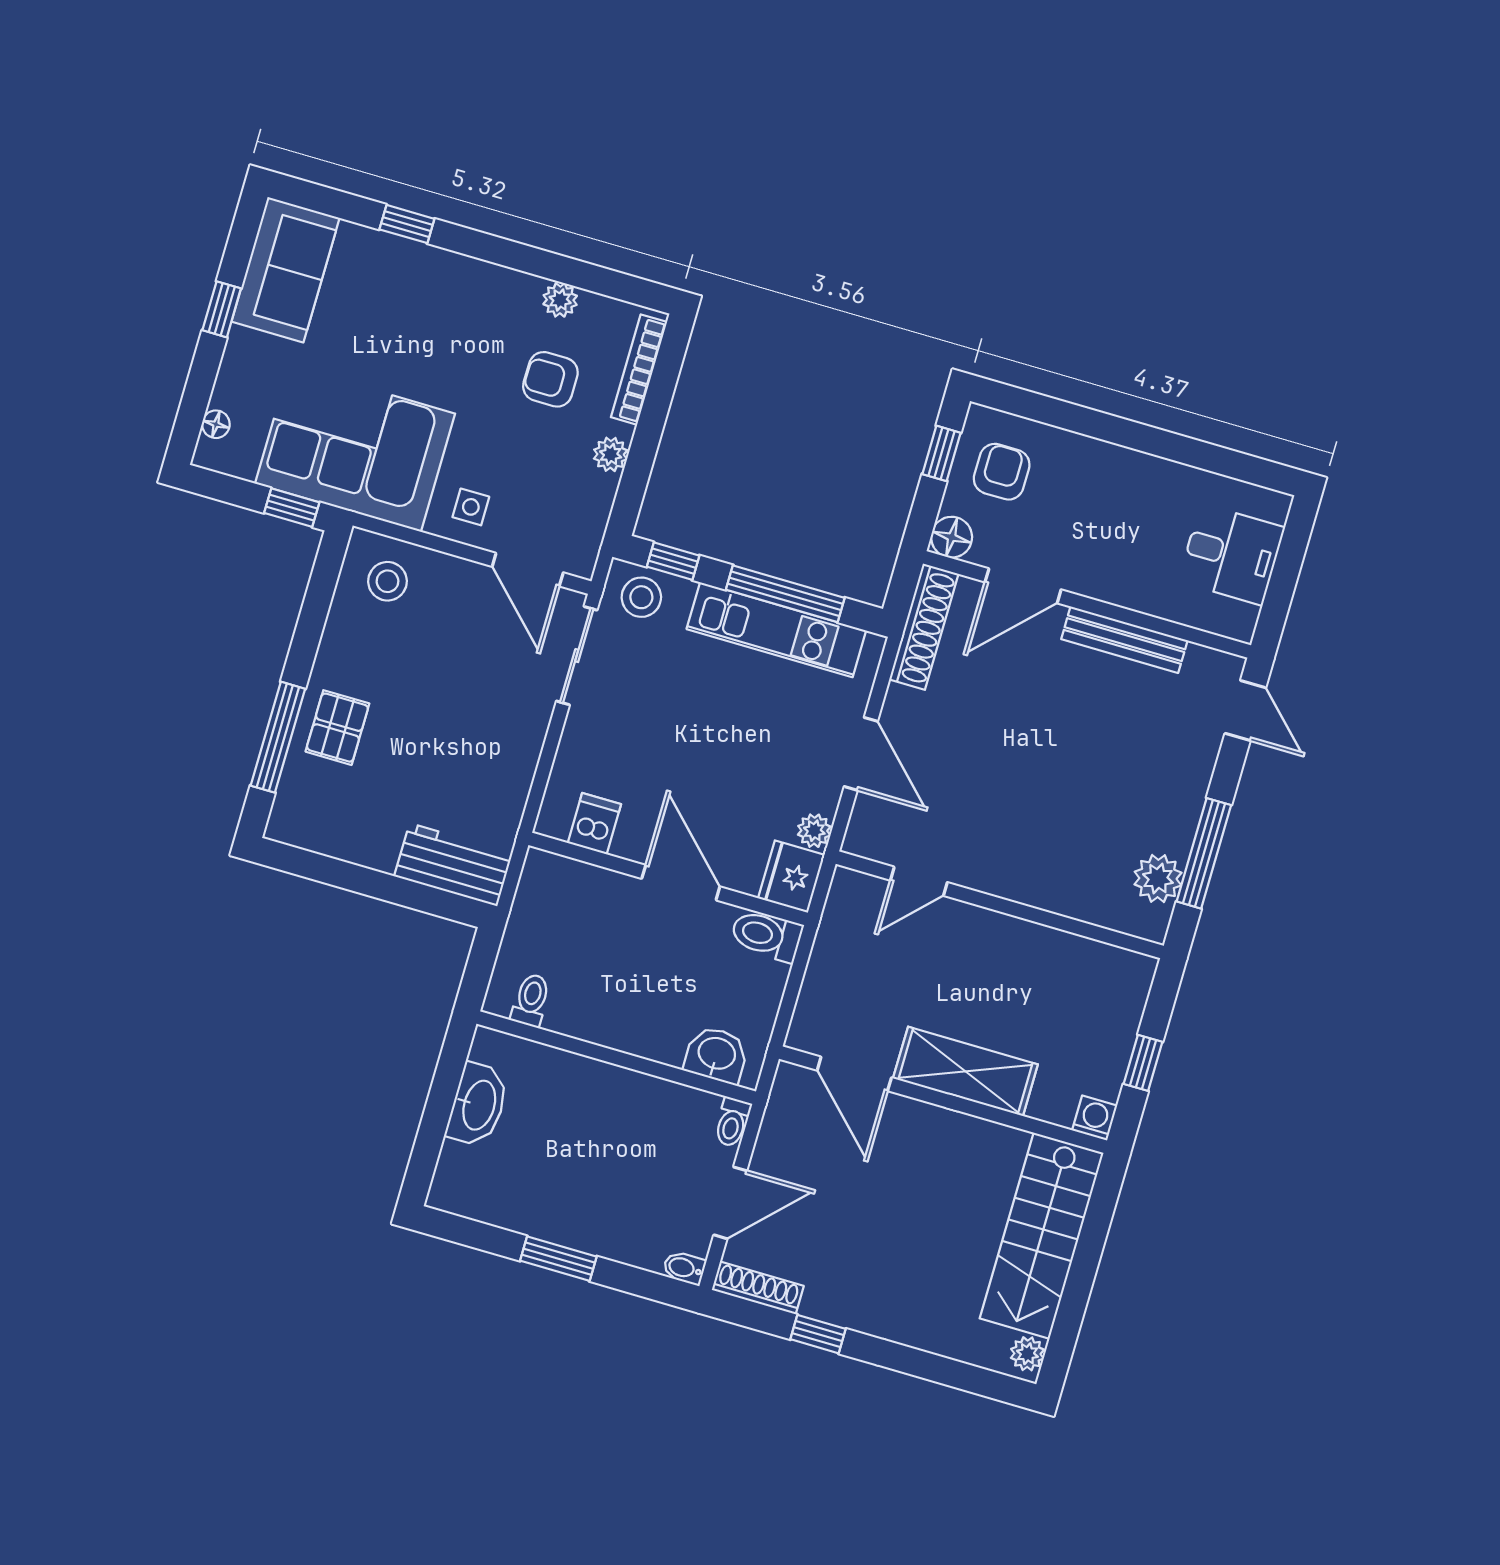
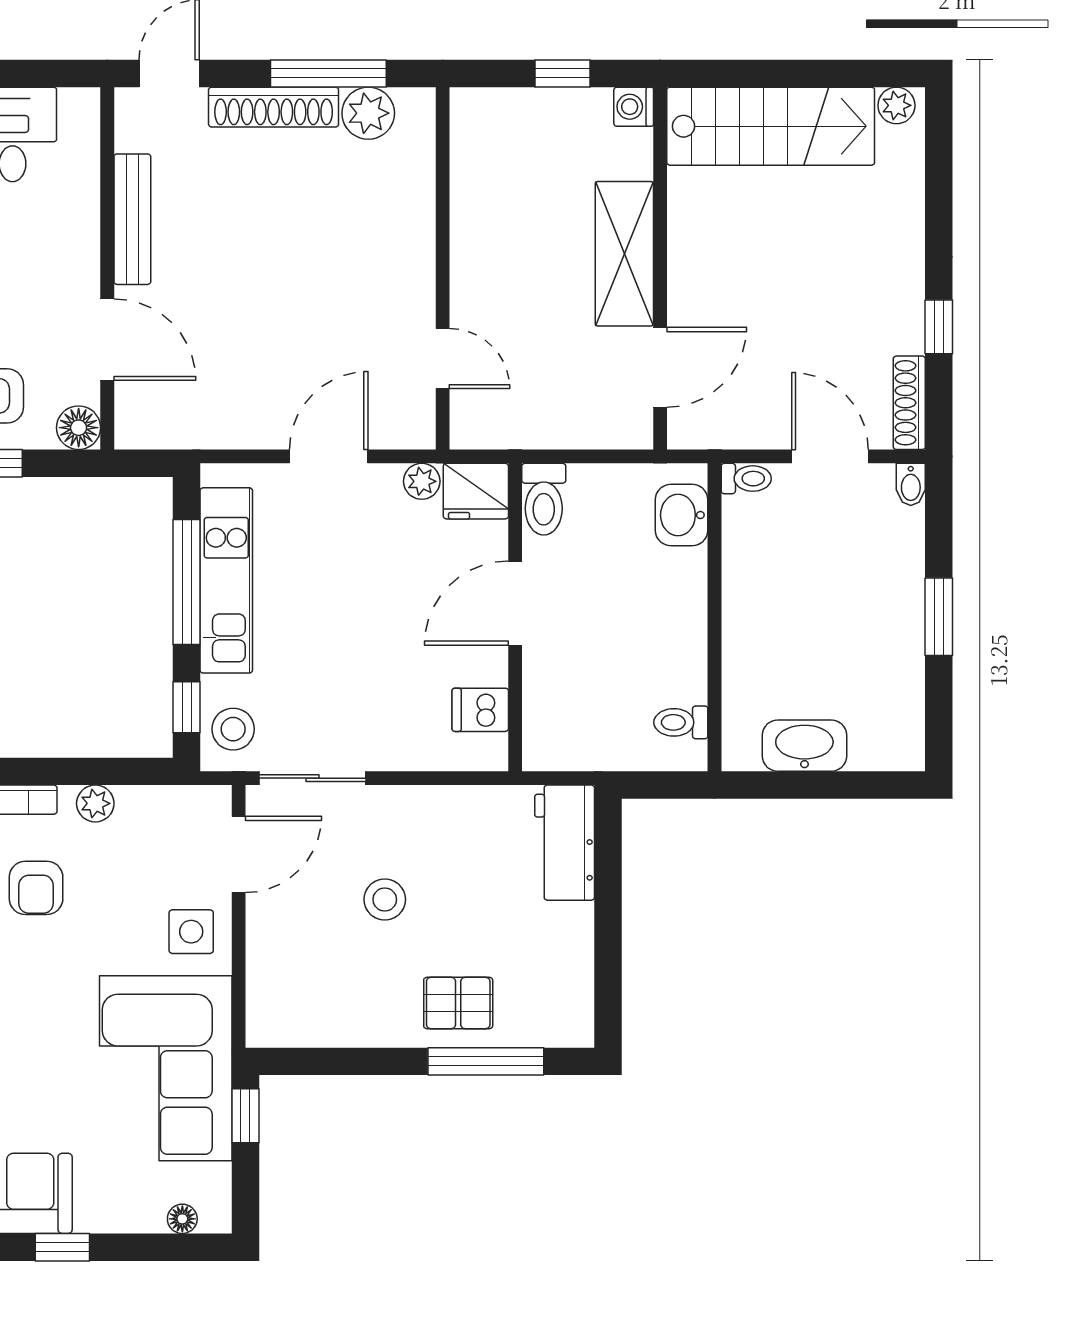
side table: (471, 507) -> (191, 932), width x1.37, depth x1.37
stool: (387, 581) -> (385, 899), moved
shoe rack: (924, 627) -> (274, 107), moved, turned 180

